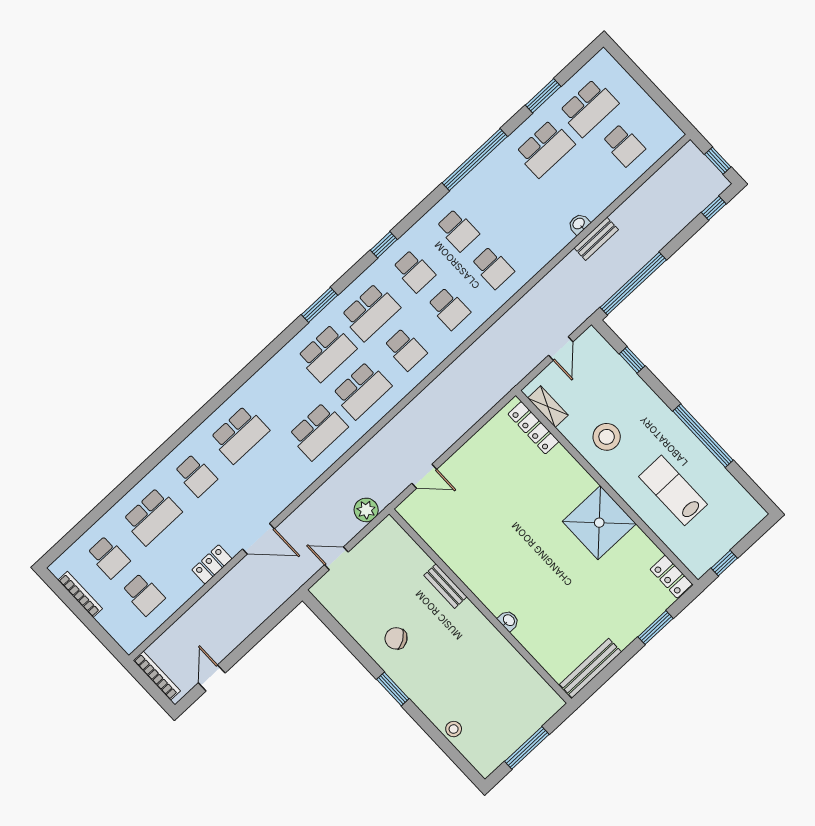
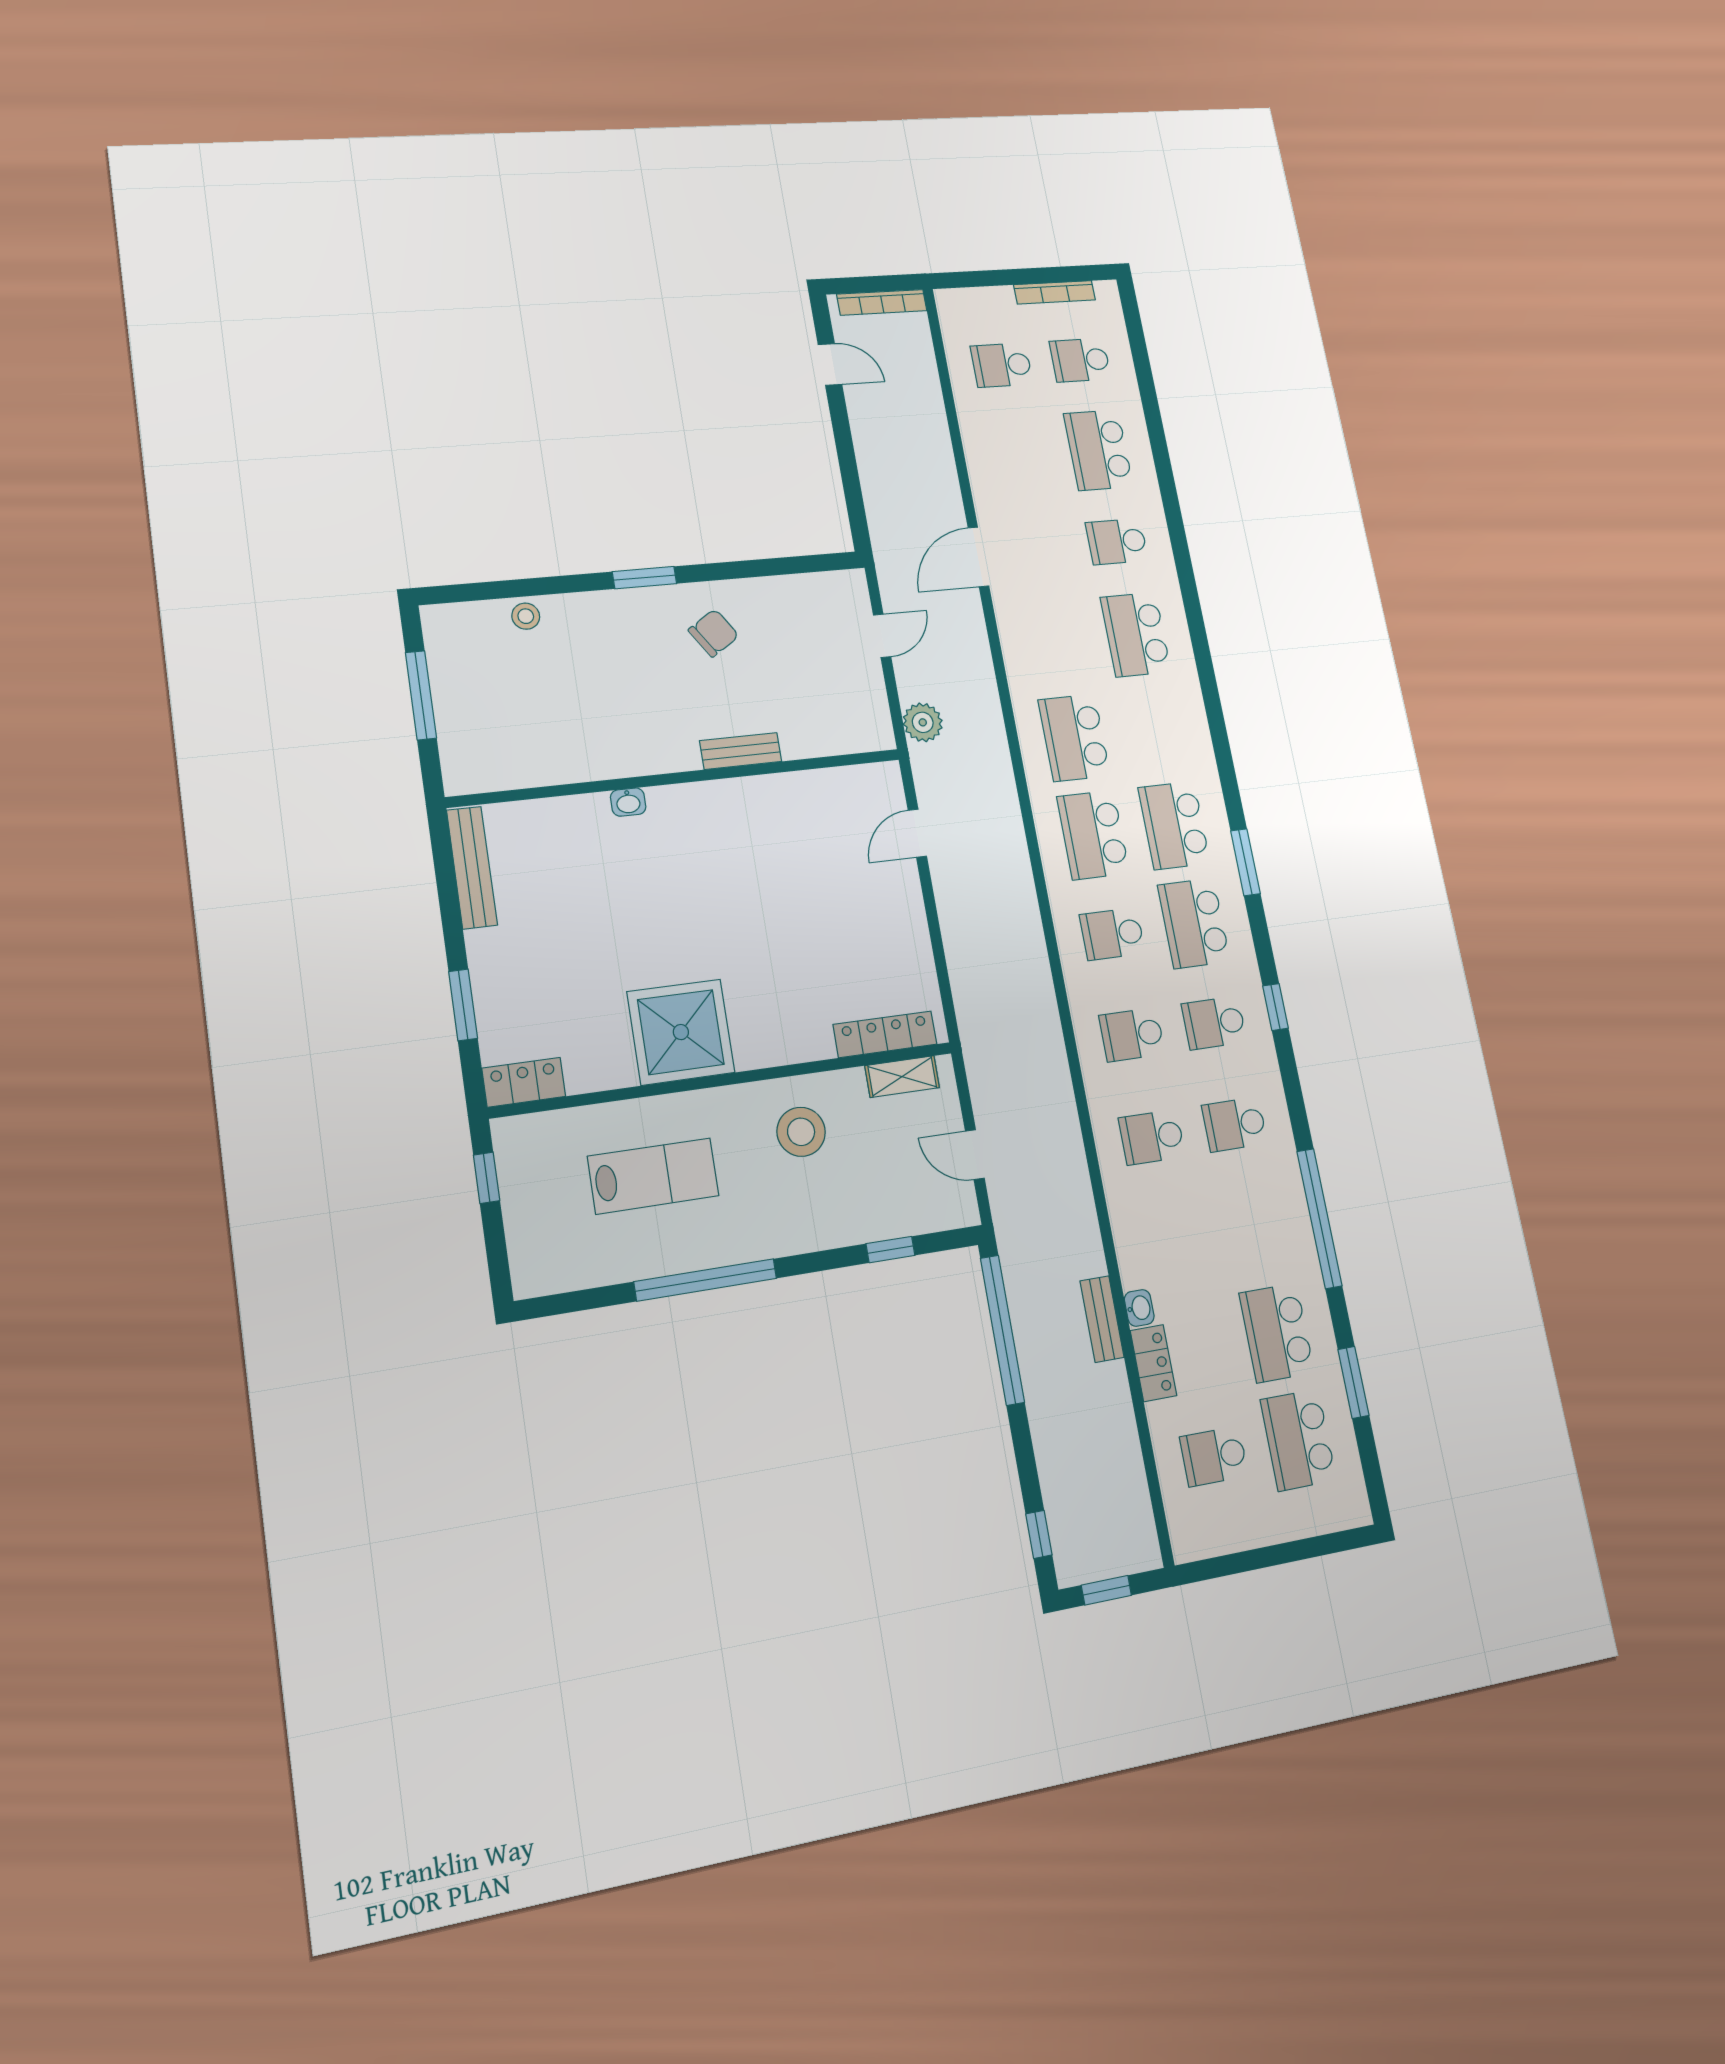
locker: (212, 564) -> (1153, 1363), moved

